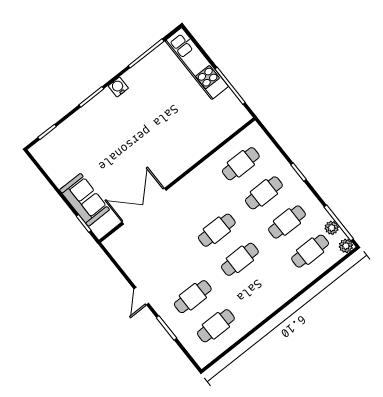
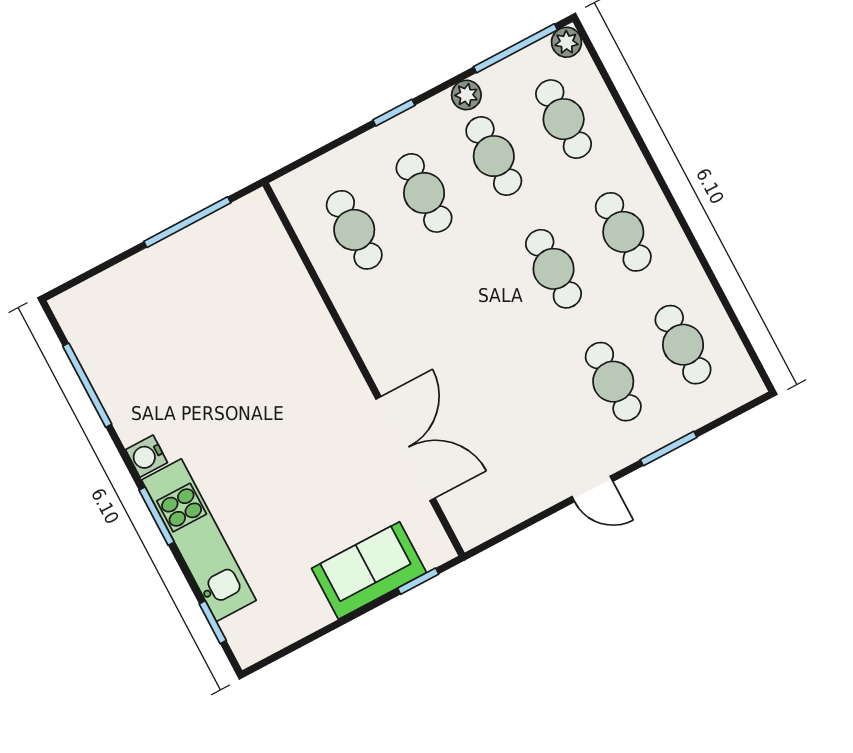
kitchen unit: (197, 64) -> (199, 540), moved, turned -90
double door: (144, 206) -> (405, 449), swing flipped
plant: (332, 228) -> (466, 95), moved
cafe table: (217, 230) -> (623, 232), moved

